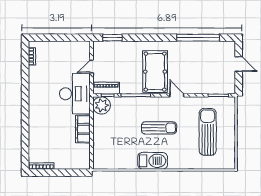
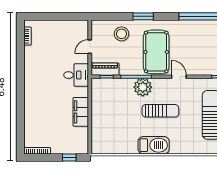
window: (112, 38) -> (143, 16), moved
stool: (122, 54) -> (121, 34), added
desk: (75, 94) -> (76, 75), width x0.53, depth x0.77
plant: (102, 105) -> (143, 87), moved
window: (72, 173) -> (69, 158), added

